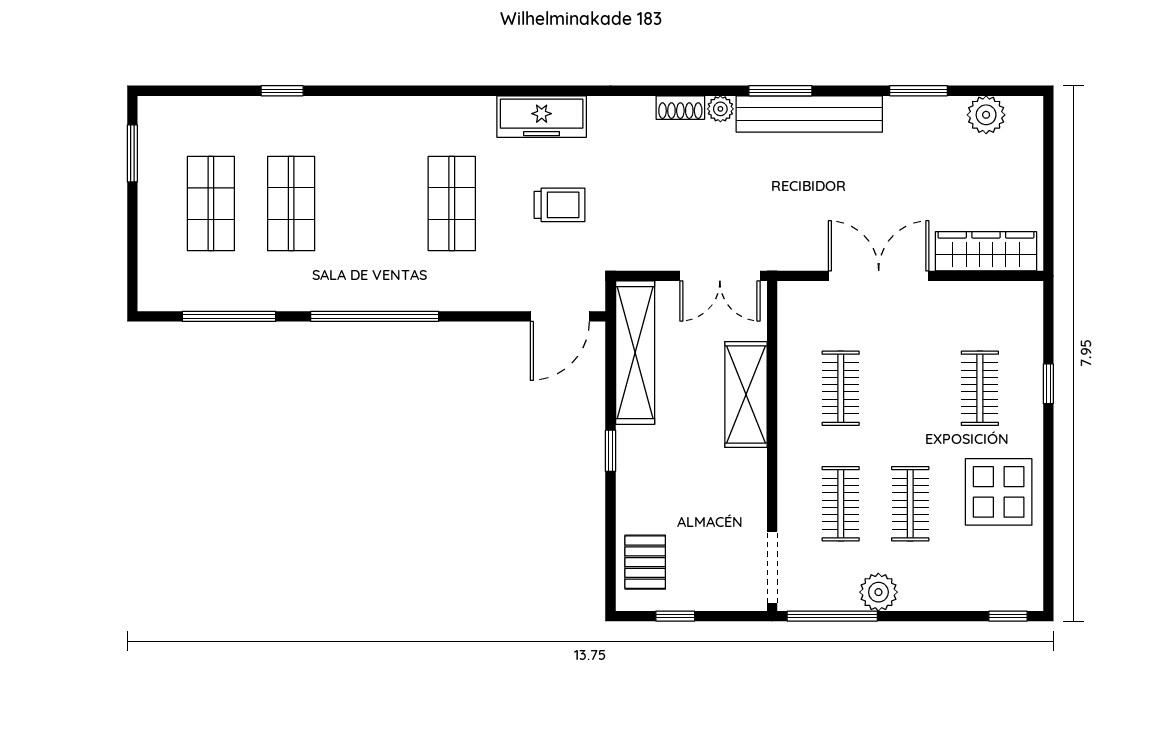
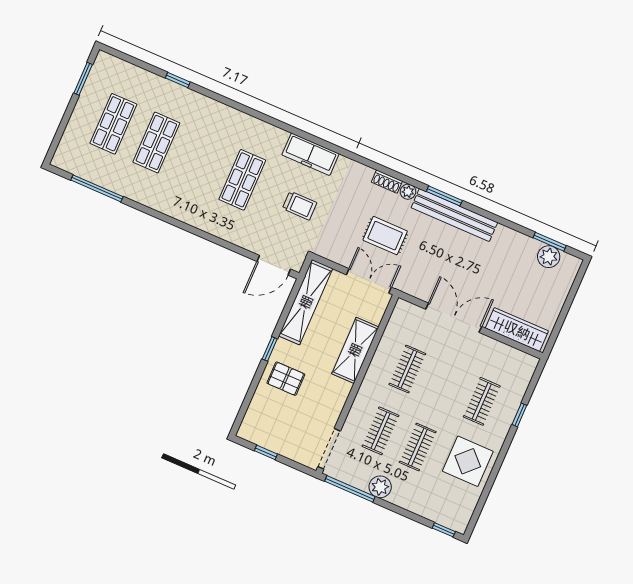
window: (919, 91) -> (550, 242), moved
rug: (715, 194) -> (385, 236), added
double door: (720, 276) -> (369, 281), swing flipped
window: (375, 316) -> (175, 222), removed
pallet: (645, 562) -> (286, 379), moved, turned 90

